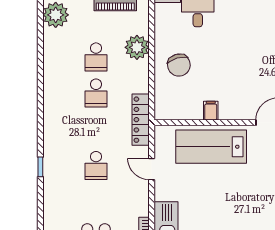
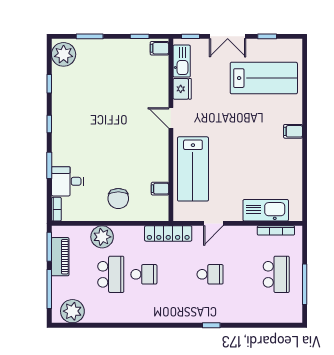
school desk: (96, 57) -> (111, 274), width x1.85
chair: (179, 65) -> (118, 199), turned 106
filing cabinet: (211, 111) -> (160, 189), moved

